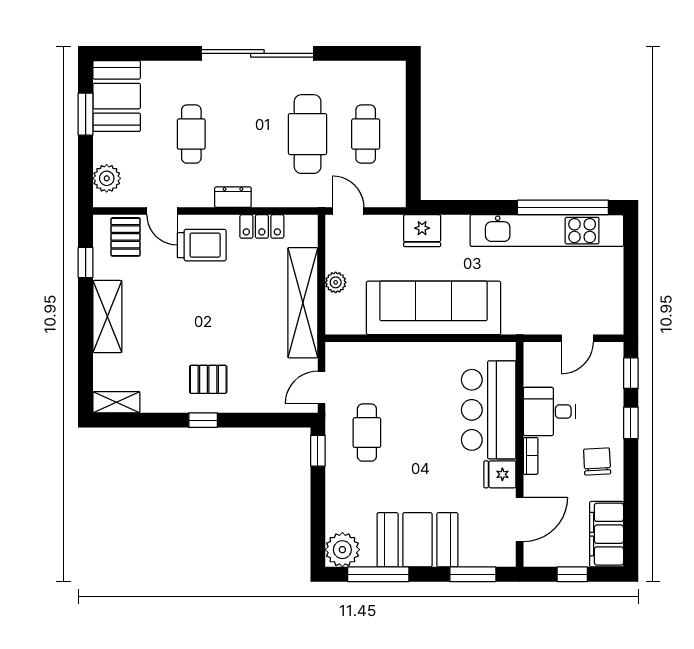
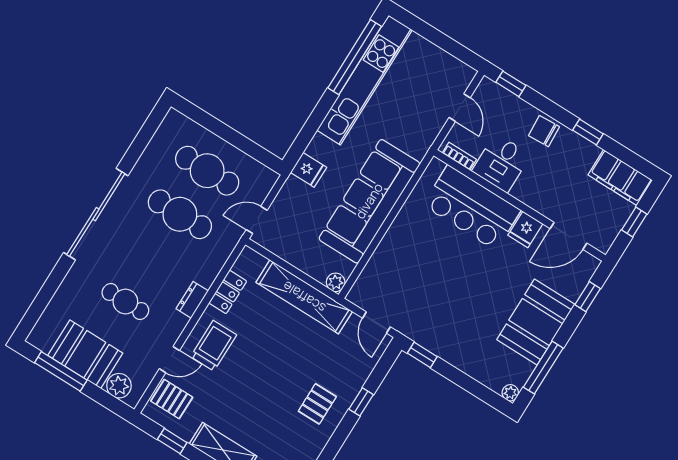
booth: (117, 96) -> (85, 354), moved
window: (86, 114) -> (61, 371), width x1.44
cafe table: (366, 134) -> (207, 171), width x1.37, depth x1.35
fridge: (422, 231) -> (309, 170), width x0.72
plant: (336, 282) -> (336, 282), moved
window: (203, 420) -> (361, 402), moved
window: (631, 423) -> (588, 132), moved
cafe table: (367, 433) -> (432, 310), removed
bookcase: (531, 456) -> (459, 156), moved
chair: (597, 461) -> (544, 131), moved
door: (520, 519) -> (568, 236), swing flipped
plant: (342, 550) -> (510, 393), width x0.53, depth x0.53
window: (473, 574) -> (588, 297), width x0.67

